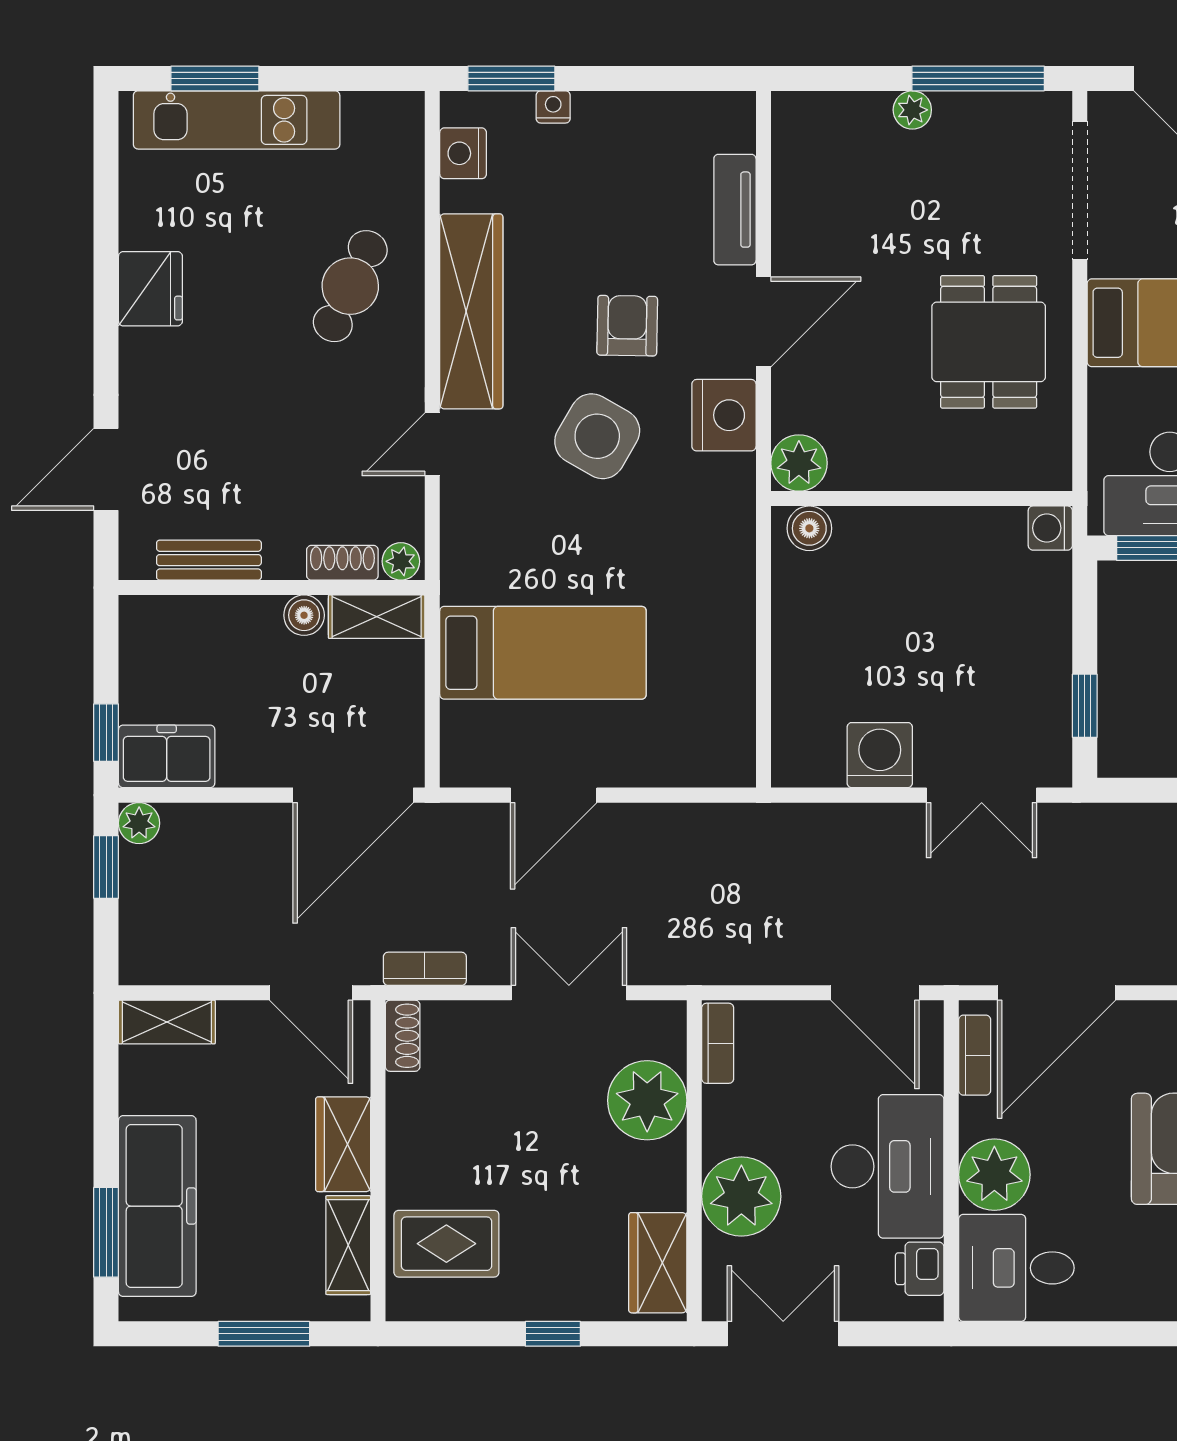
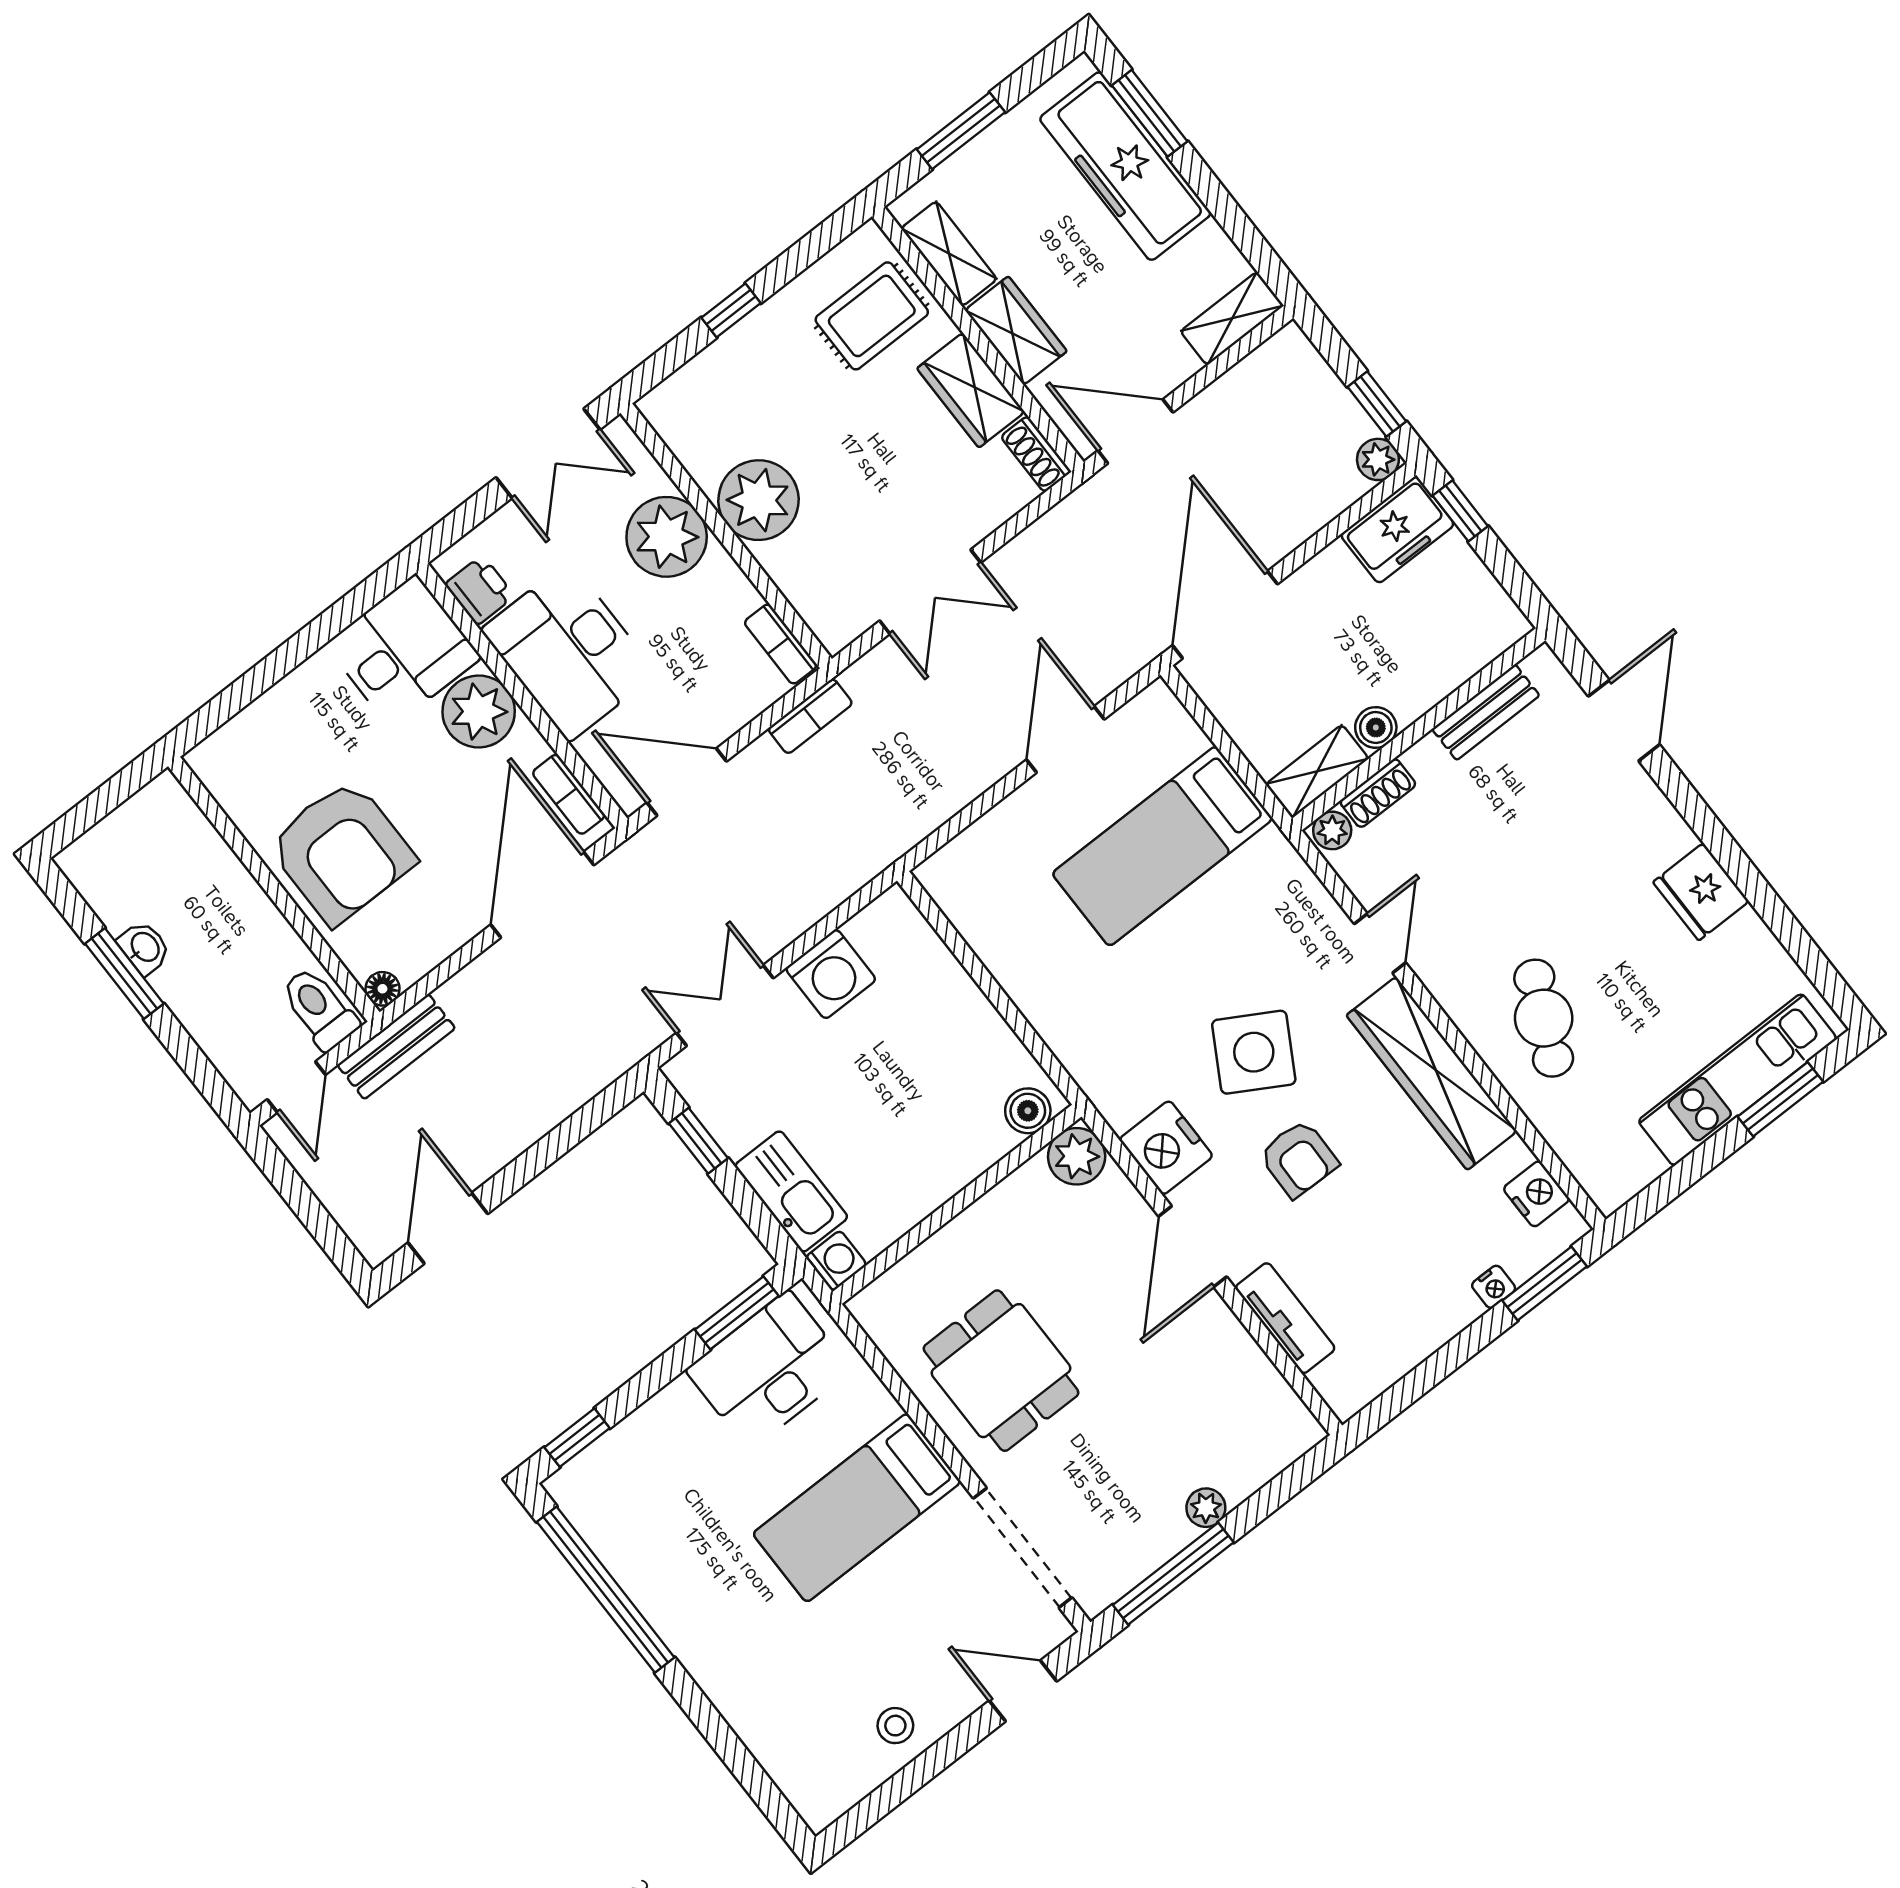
kitchen sink: (1043, 610) -> (791, 1191), added
bookcase: (425, 969) -> (810, 716), moved
plant: (647, 1100) -> (758, 500), moved
wardrobe: (658, 1263) -> (971, 390), moved, turned 180

